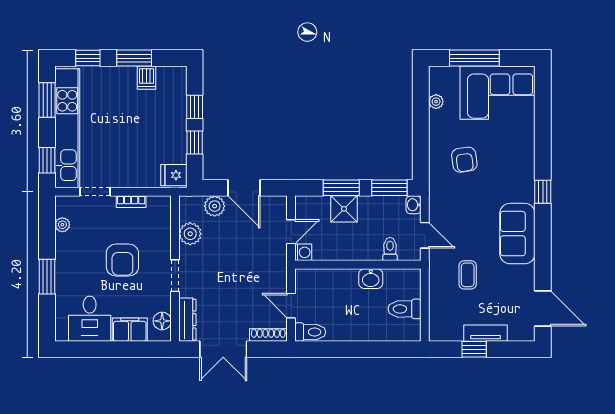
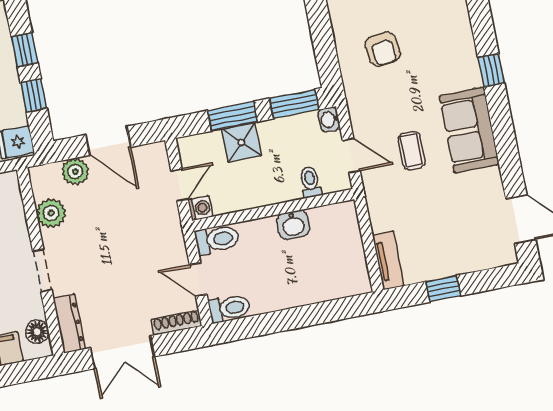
coffee table: (468, 275) -> (412, 151), moved
toilet: (405, 309) -> (217, 240), moved, turned 180
tv unit: (486, 333) -> (388, 260), moved, turned 90

